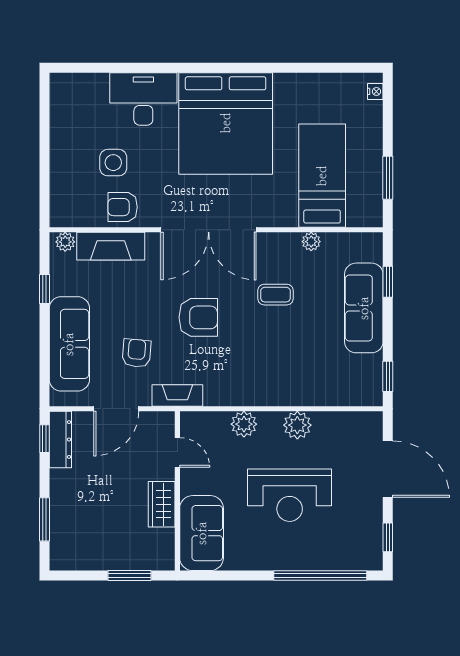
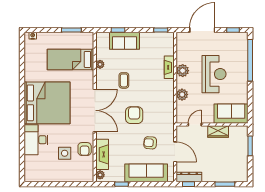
sofa: (364, 308) -> (125, 41), width x0.73
fireplace: (177, 396) -> (169, 67), moved

